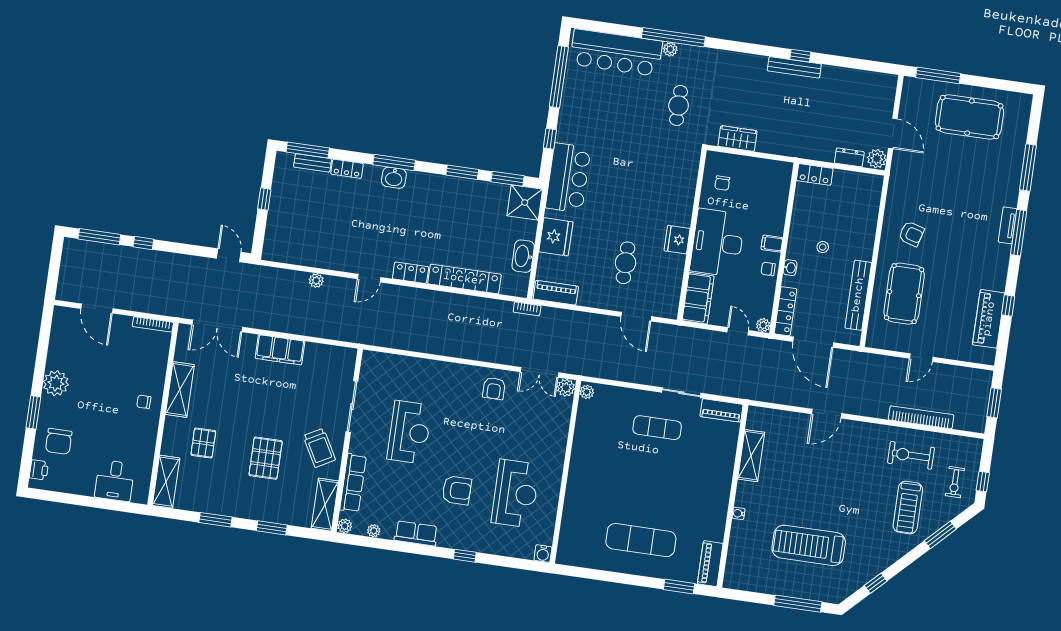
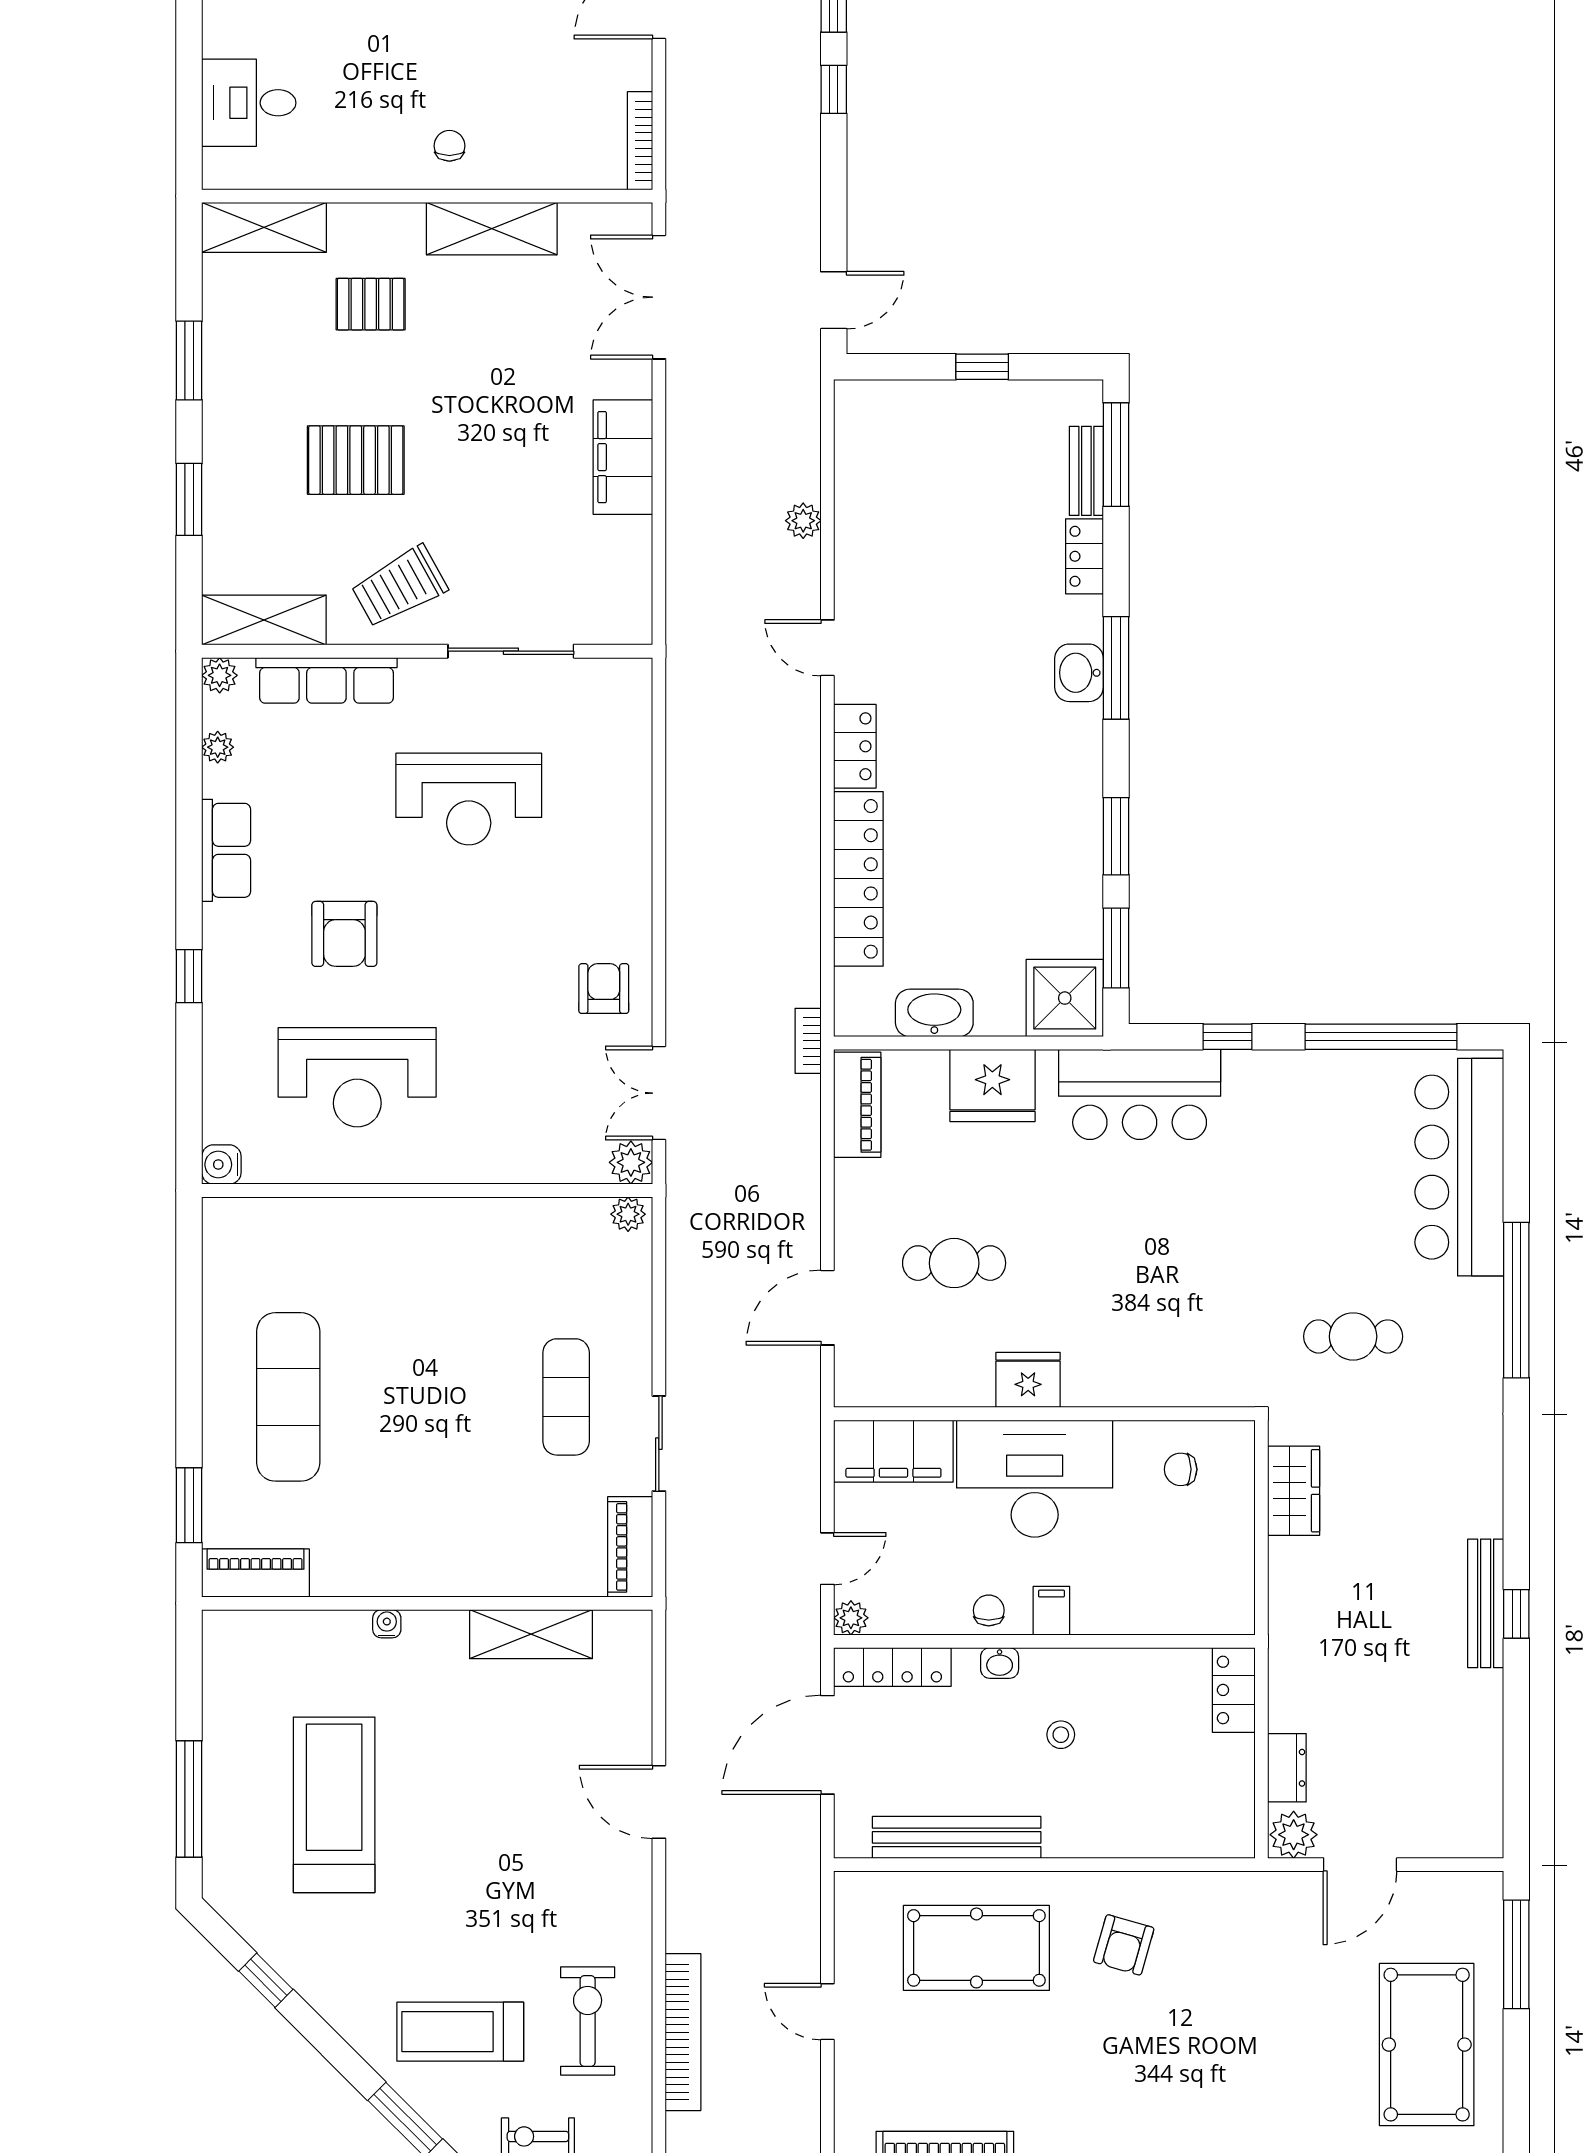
plant: (670, 49) -> (1486, 1297), removed
armchair: (494, 389) -> (604, 989), turned 90

